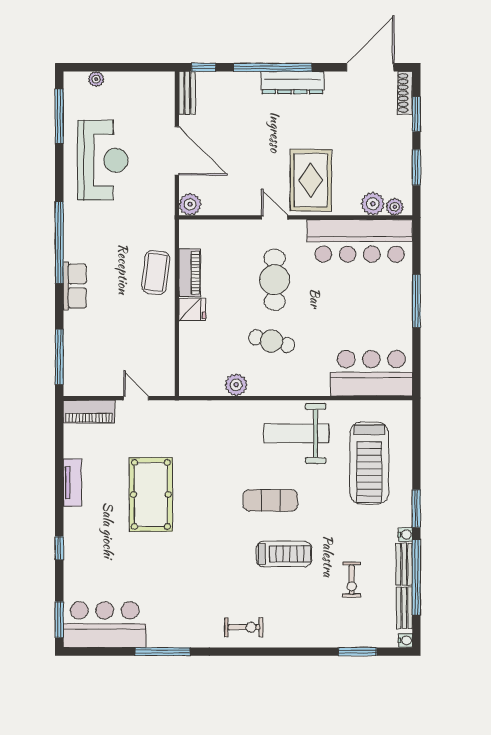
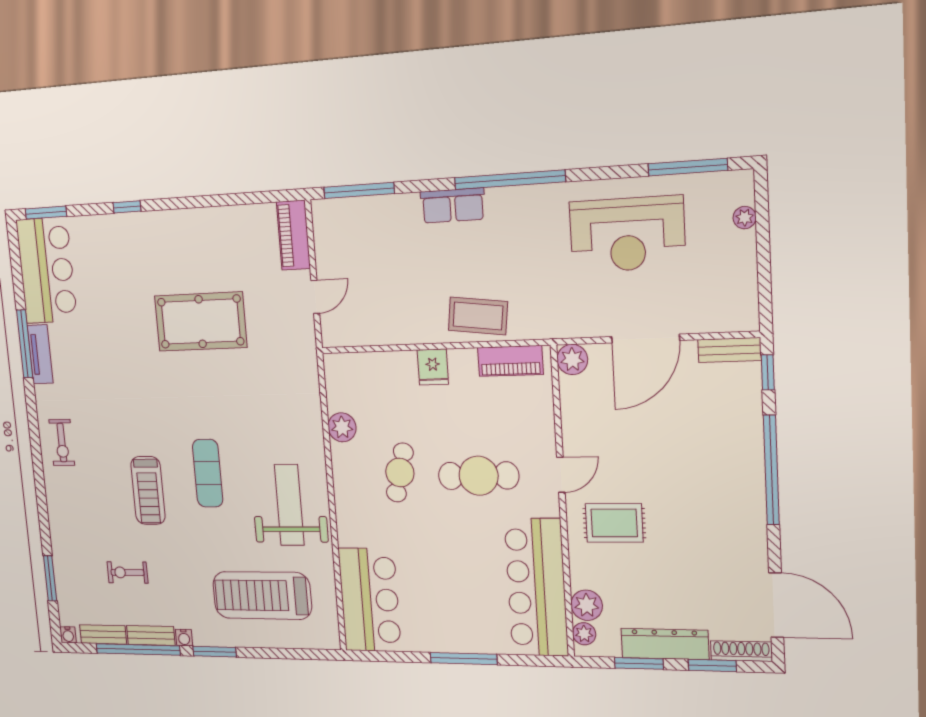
dresser: (292, 83) -> (665, 644), moved, turned 90
rug: (311, 180) -> (614, 523), width x0.73, depth x0.70
piano: (190, 273) -> (510, 361), moved
tv unit: (72, 483) -> (40, 354), moved, turned -90

